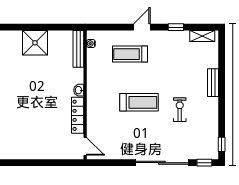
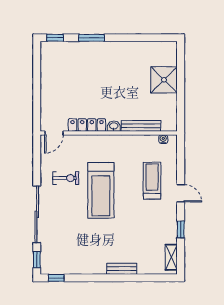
bench: (78, 49) -> (141, 126), moved
treadmill: (139, 102) -> (101, 190), width x1.37, depth x1.38
exercise bike: (180, 110) -> (66, 178), moved

